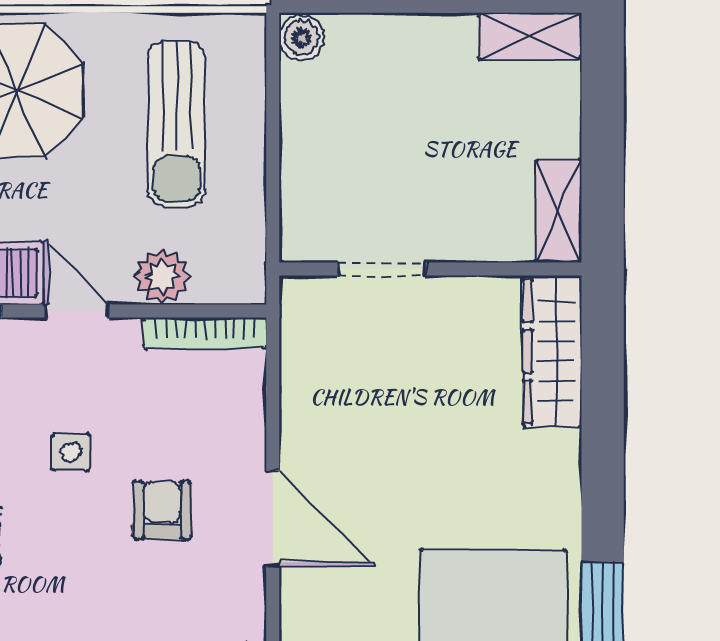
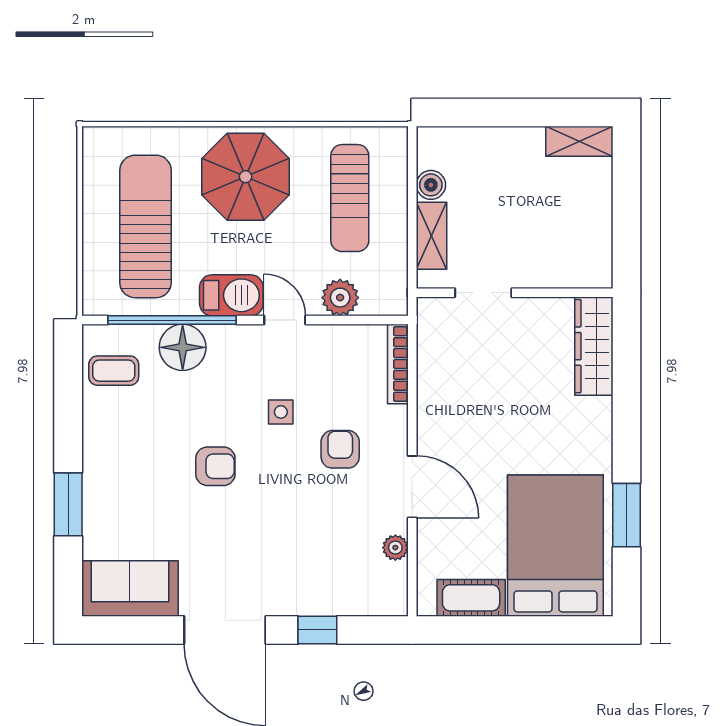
boiler: (302, 38) -> (431, 185), moved
shelving: (558, 211) -> (431, 236), moved
bookcase: (205, 333) -> (398, 364), moved, turned 90
door: (273, 519) -> (412, 487), moved

